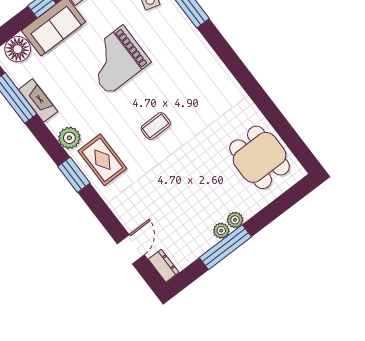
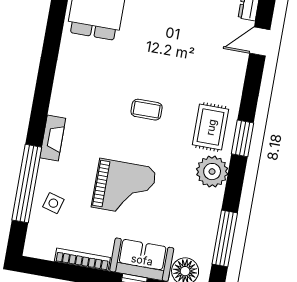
fireplace: (38, 101) -> (53, 138), moved, turned 180
plant: (69, 138) -> (212, 172), width x1.36, depth x1.36

